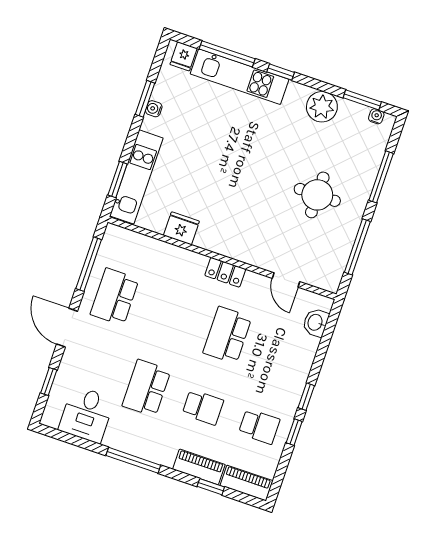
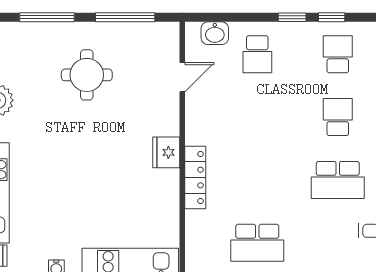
fridge: (181, 228) -> (166, 152), moved
locker: (225, 272) -> (195, 177), moved, width x1.53
school desk: (227, 335) -> (257, 54), moved, width x0.54

